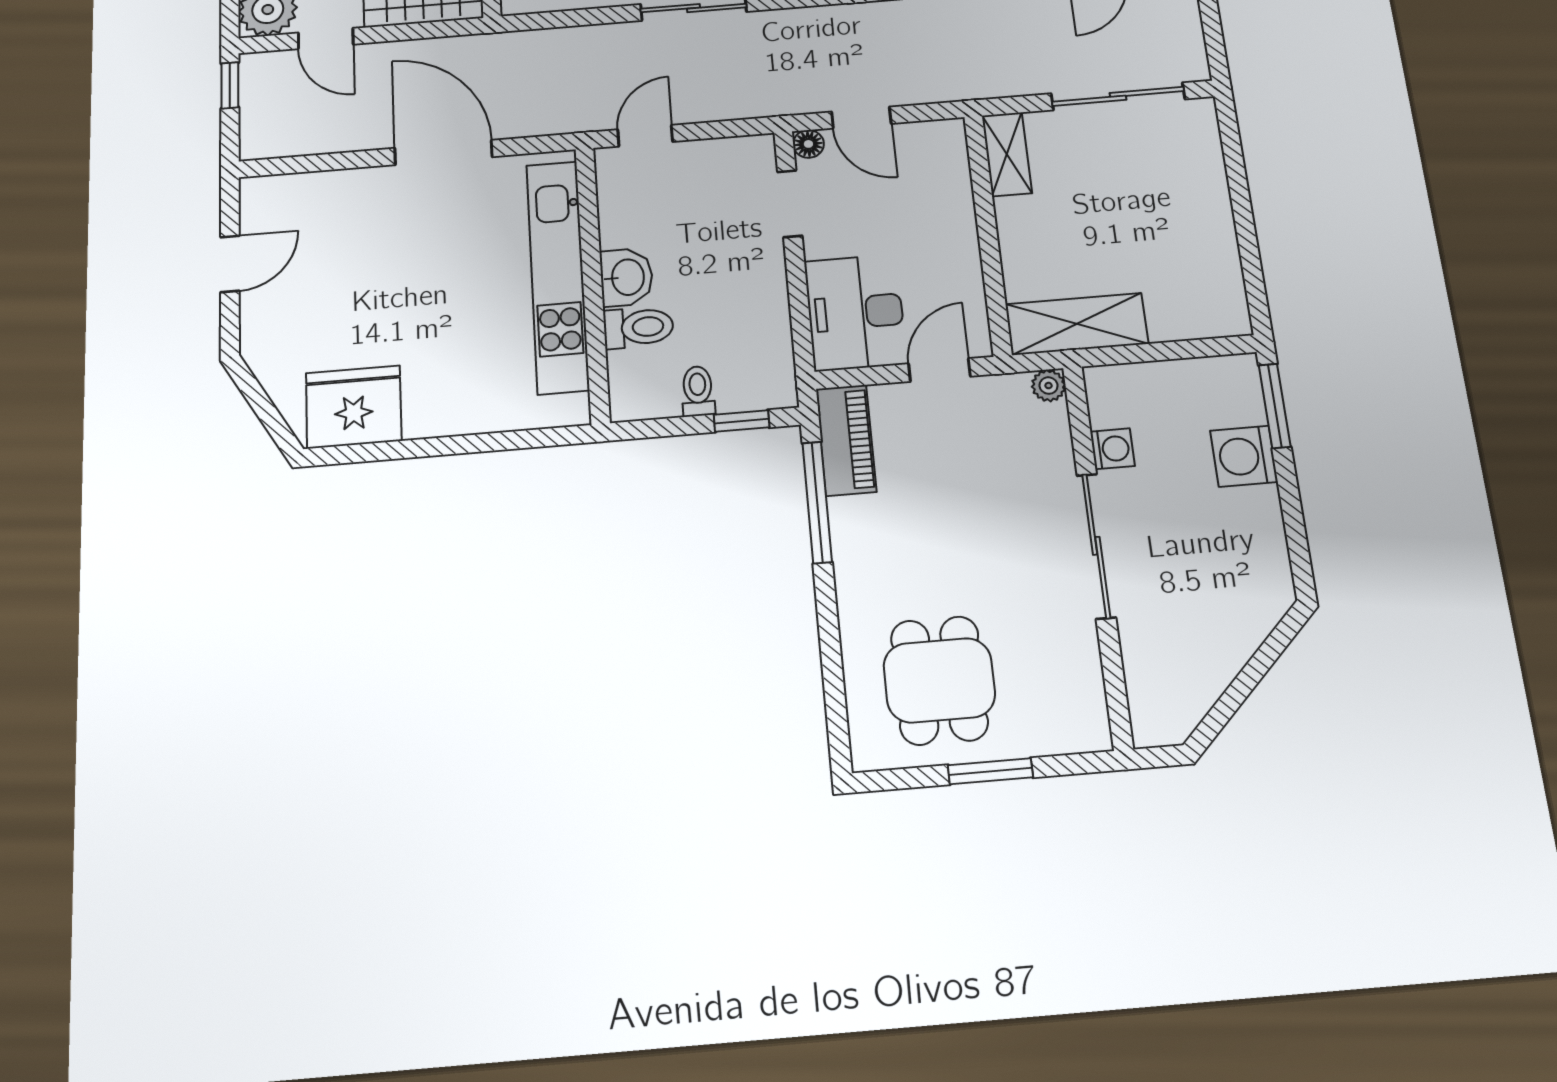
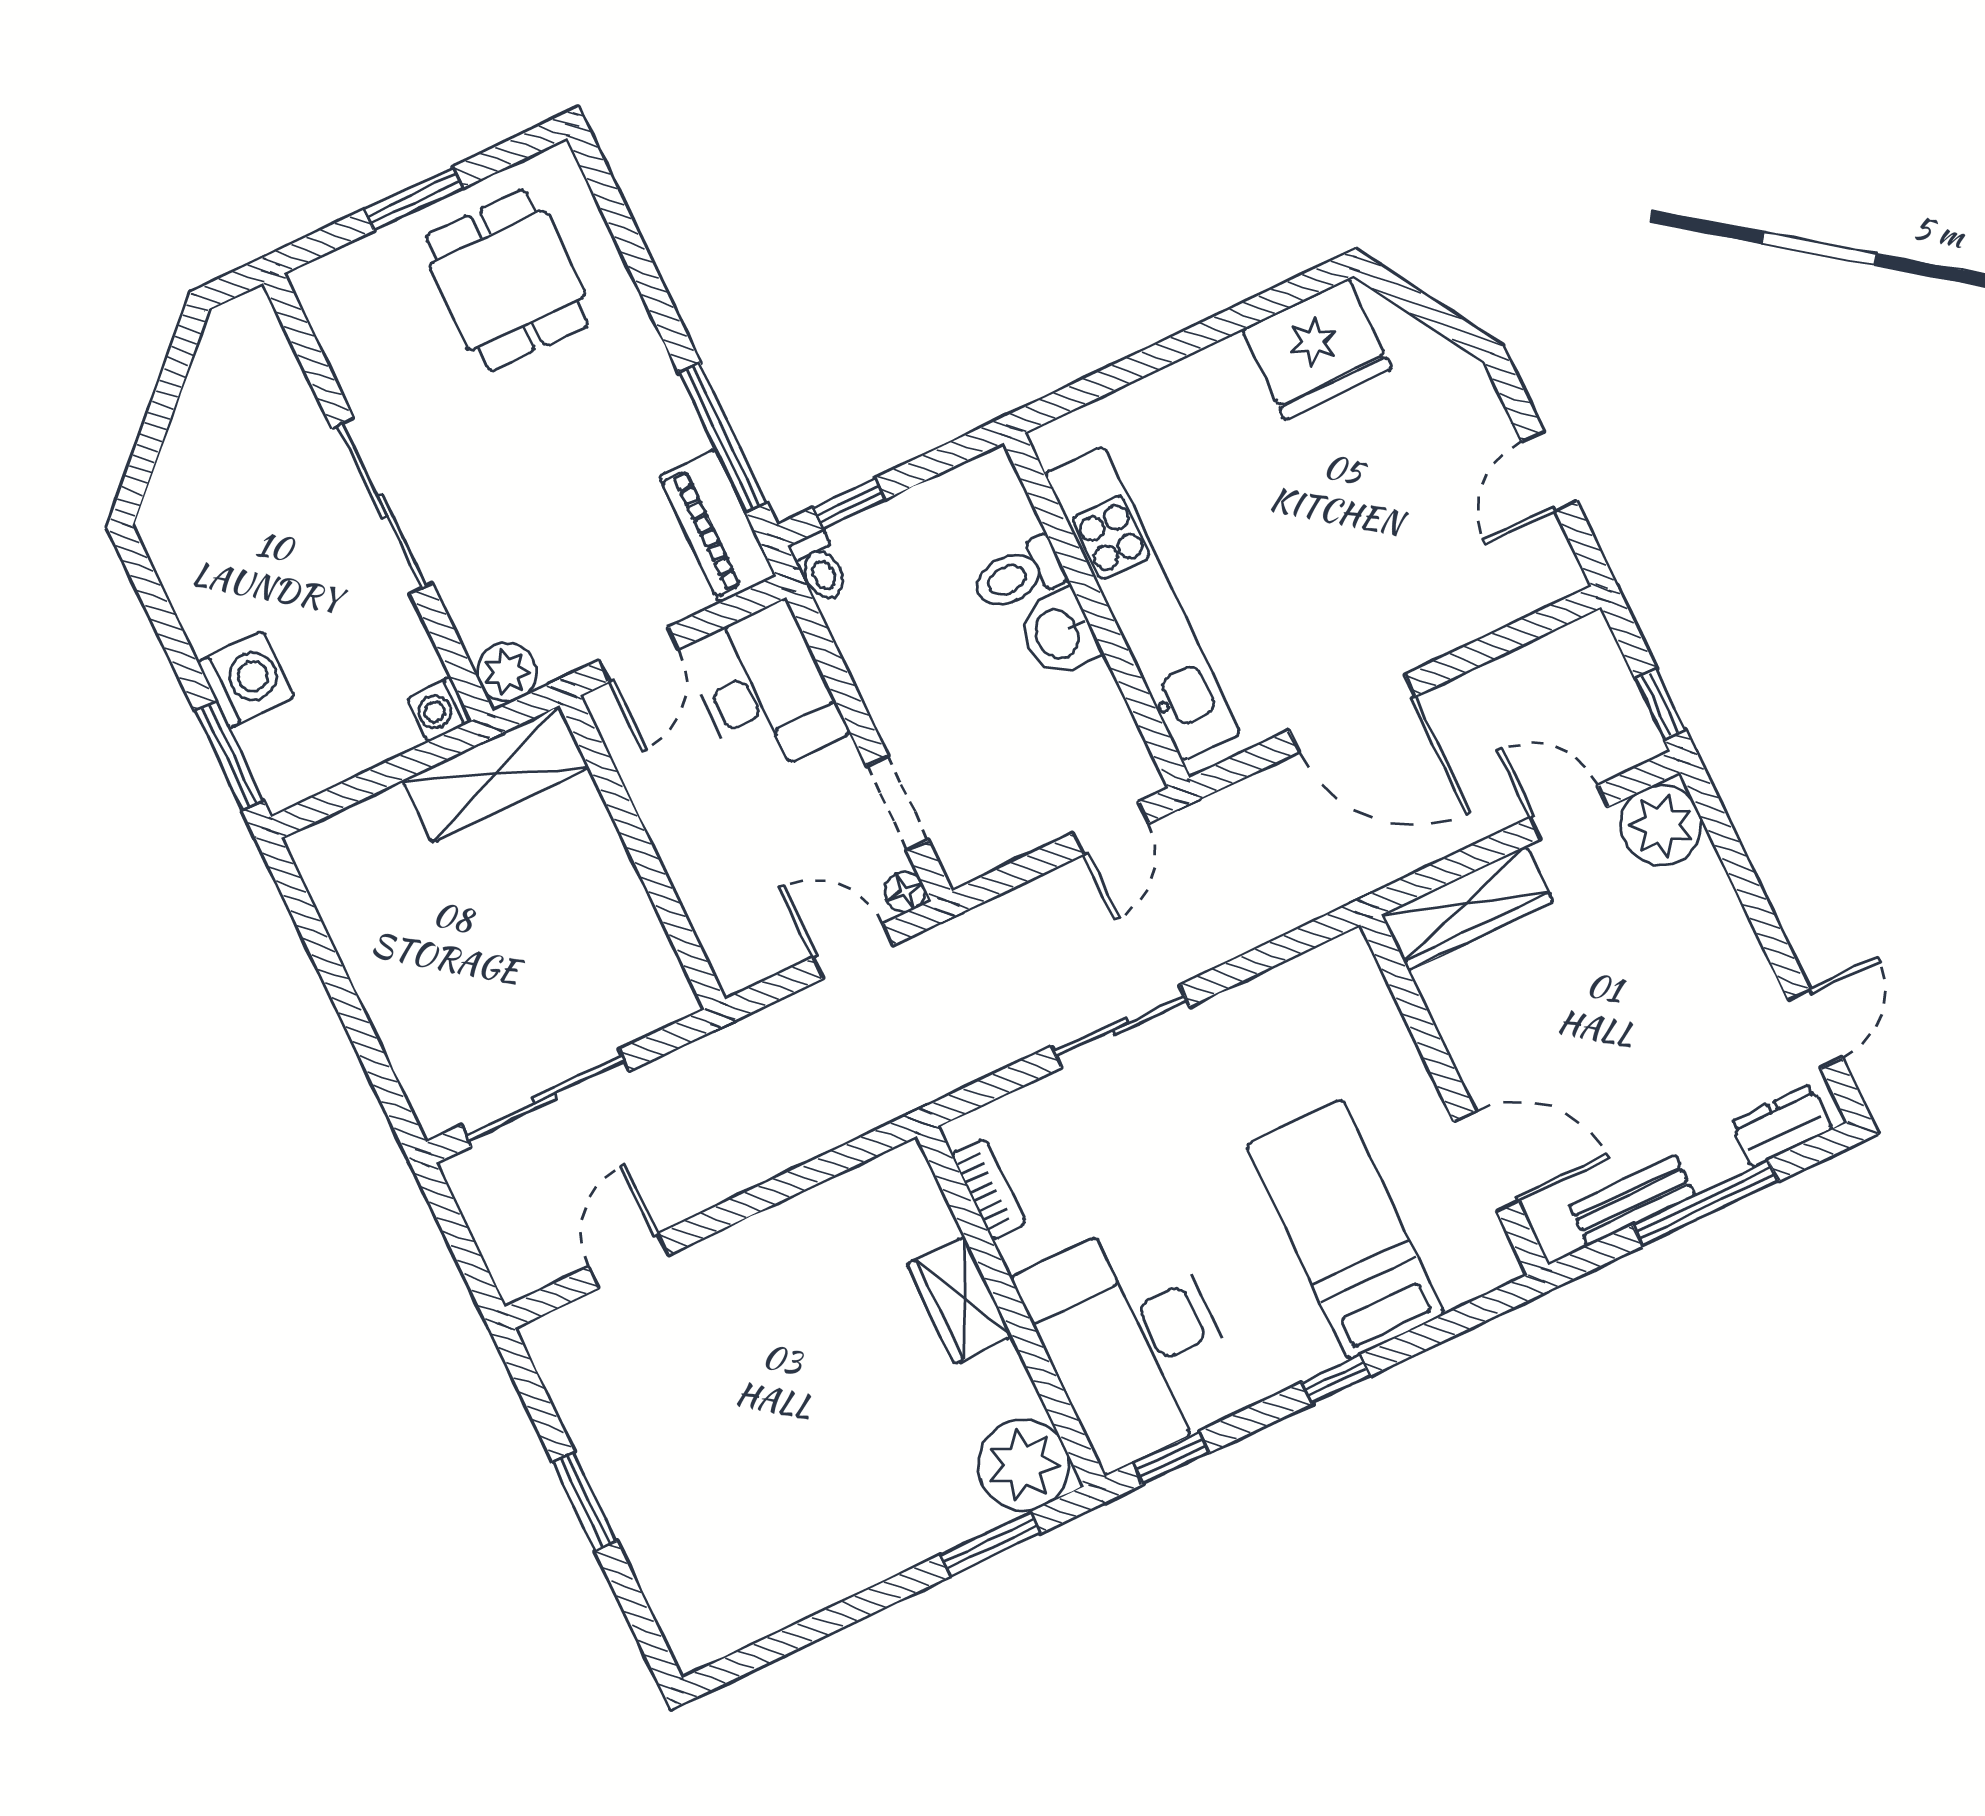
shelving: (1007, 154) -> (656, 968), removed
plant: (1049, 386) -> (507, 672), width x1.38, depth x1.38
toilet: (698, 391) -> (820, 567), moved
washing machine: (1112, 449) -> (439, 710), moved

